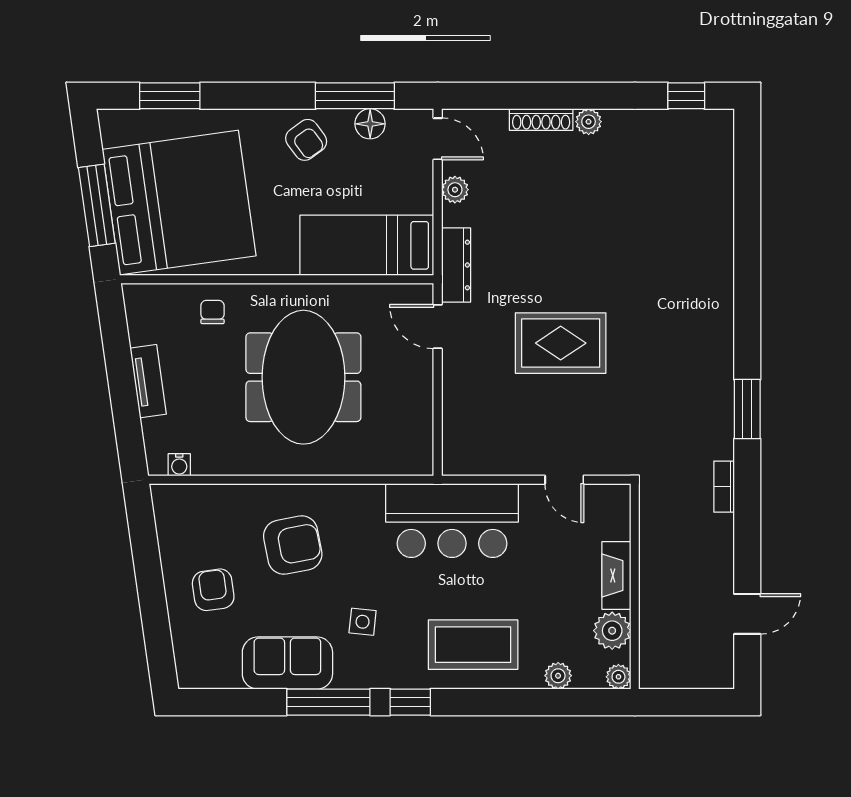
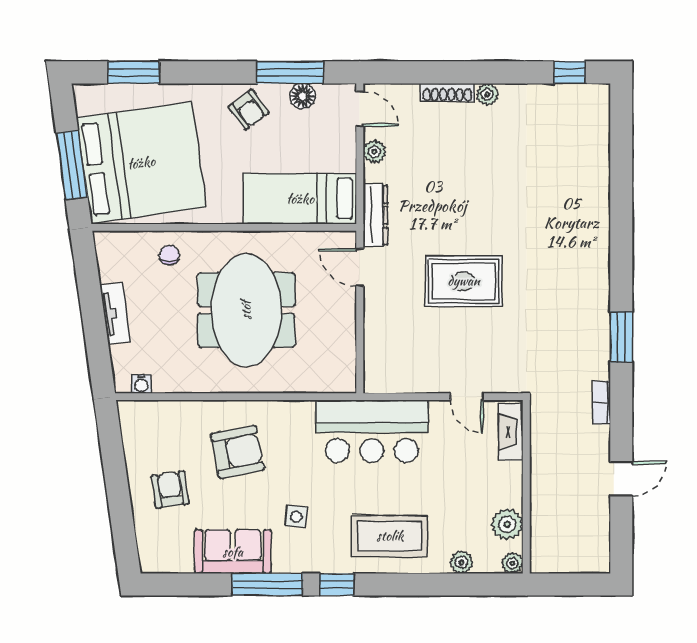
fireplace: (616, 575) -> (511, 432), moved
door: (747, 614) -> (621, 479), moved

